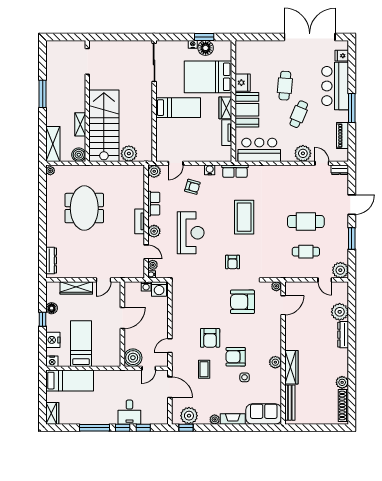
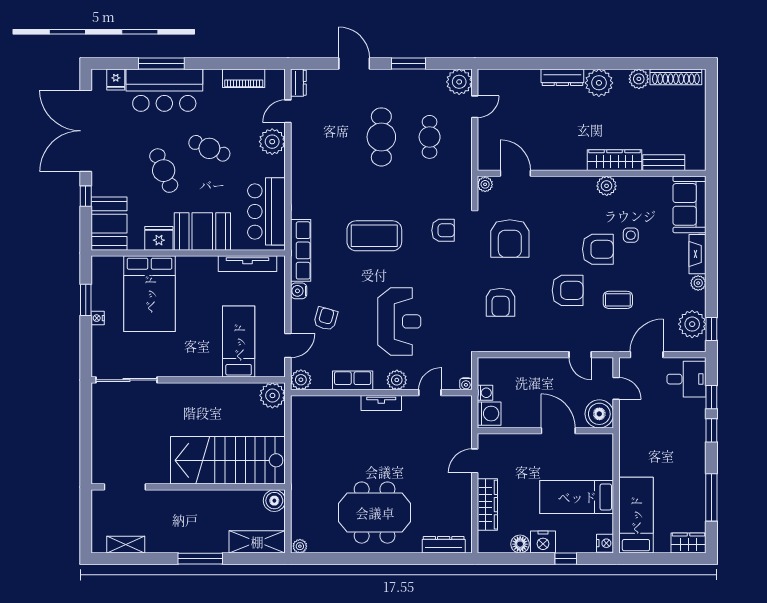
window: (269, 37) -> (86, 196), added
floor lamp: (206, 48) -> (103, 298), removed
booth: (252, 52) -> (109, 224), added
cafe table: (285, 86) -> (164, 171), turned 63
window: (43, 94) -> (200, 559), moved
bed: (178, 108) -> (239, 342), moved
wardrobe: (225, 108) -> (199, 266), removed
window: (352, 108) -> (161, 64), moved
shelving: (80, 124) -> (126, 545), moved
tv unit: (227, 133) -> (248, 264), width x1.41
plant: (129, 154) -> (272, 395), moved
door: (176, 163) -> (288, 346), hinge flipped
row of seats: (235, 171) -> (301, 250), width x1.48
meeting table: (84, 208) -> (375, 513), moved
reception desk: (191, 233) -> (399, 321), turned 90
armchair: (233, 262) -> (443, 230), moved
plant: (153, 265) -> (451, 382), removed
door: (104, 280) -> (475, 461), swing flipped
washing machine: (159, 289) -> (489, 414), moved
armchair: (203, 296) -> (501, 302), added
plant: (340, 312) -> (599, 83), moved
door: (122, 318) -> (558, 431), moved
window: (43, 319) -> (566, 559), moved
nightstand: (53, 340) -> (543, 542), moved
armchair: (236, 357) -> (598, 249), turned -90
bench: (290, 403) -> (664, 163), width x0.73
desk: (129, 412) -> (686, 379), moved
window: (94, 428) -> (711, 497), moved

